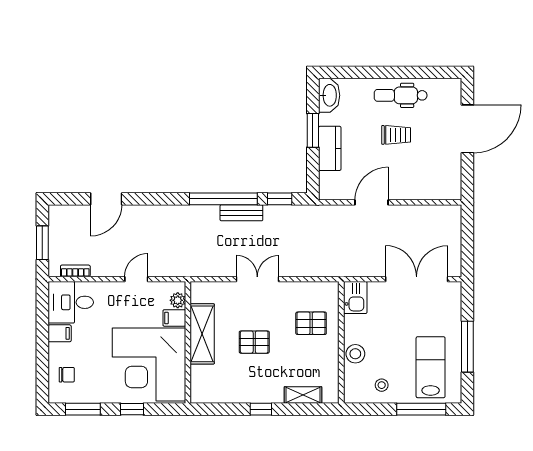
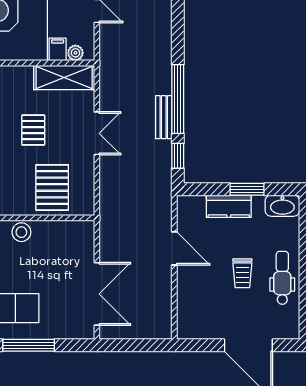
kitchen sink: (355, 297) -> (78, 232), removed
pallet: (311, 323) -> (52, 187), width x1.50, depth x1.42
shelving: (202, 334) -> (64, 78), moved

